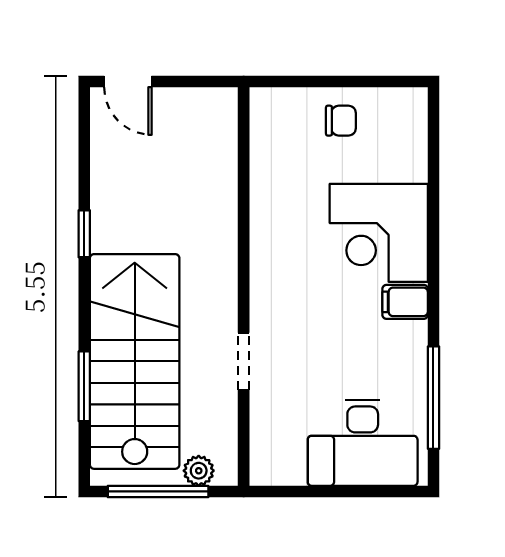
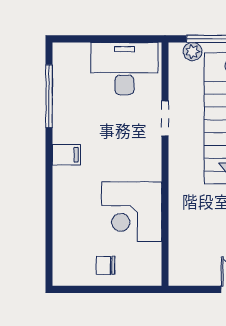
corner desk: (379, 233) -> (132, 212), moved, turned 180
desk: (363, 443) -> (124, 69), moved

